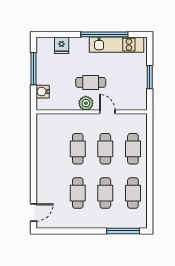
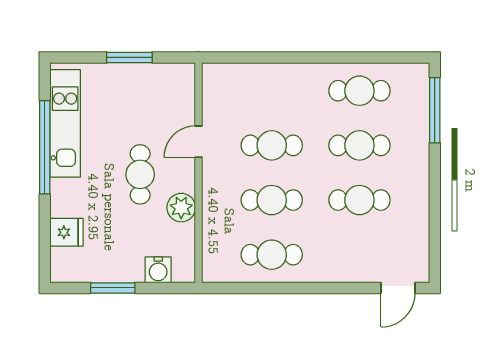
window: (33, 69) -> (113, 288), width x0.69
plant: (86, 103) -> (181, 208), moved
cafe table: (133, 149) -> (272, 255), moved
door: (33, 212) -> (398, 288), swing flipped

